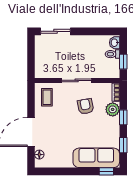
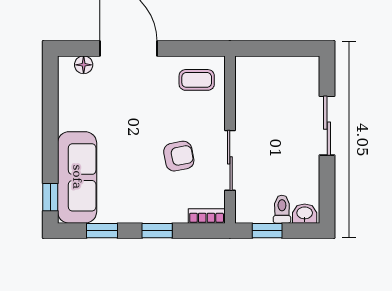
sliding door: (56, 31) -> (327, 126), moved
sliding door: (77, 80) -> (230, 160), moved
plant: (113, 109) -> (173, 210), removed

